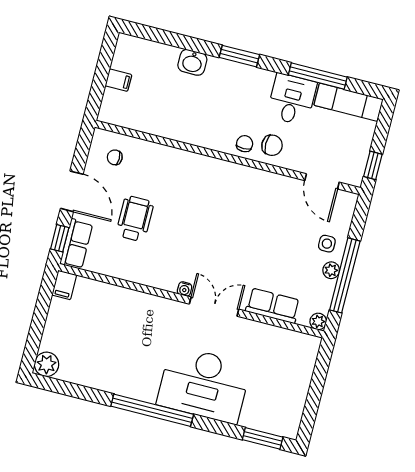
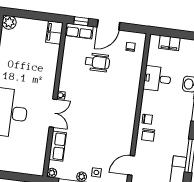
filing cabinet: (118, 80) -> (169, 43), width x2.00
desk: (292, 99) -> (157, 79), moved, turned 180
filing cabinet: (64, 285) -> (54, 32), width x2.00

